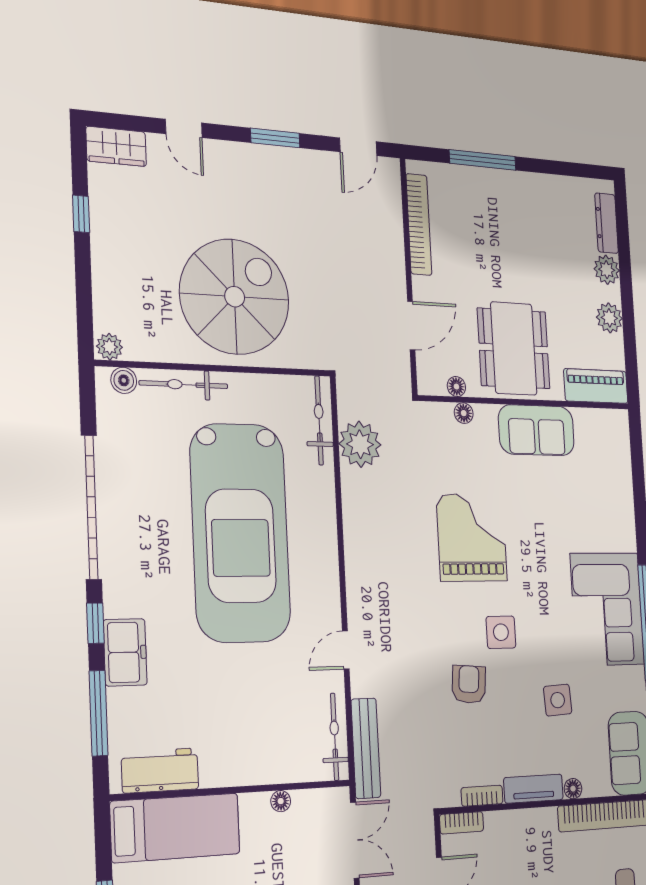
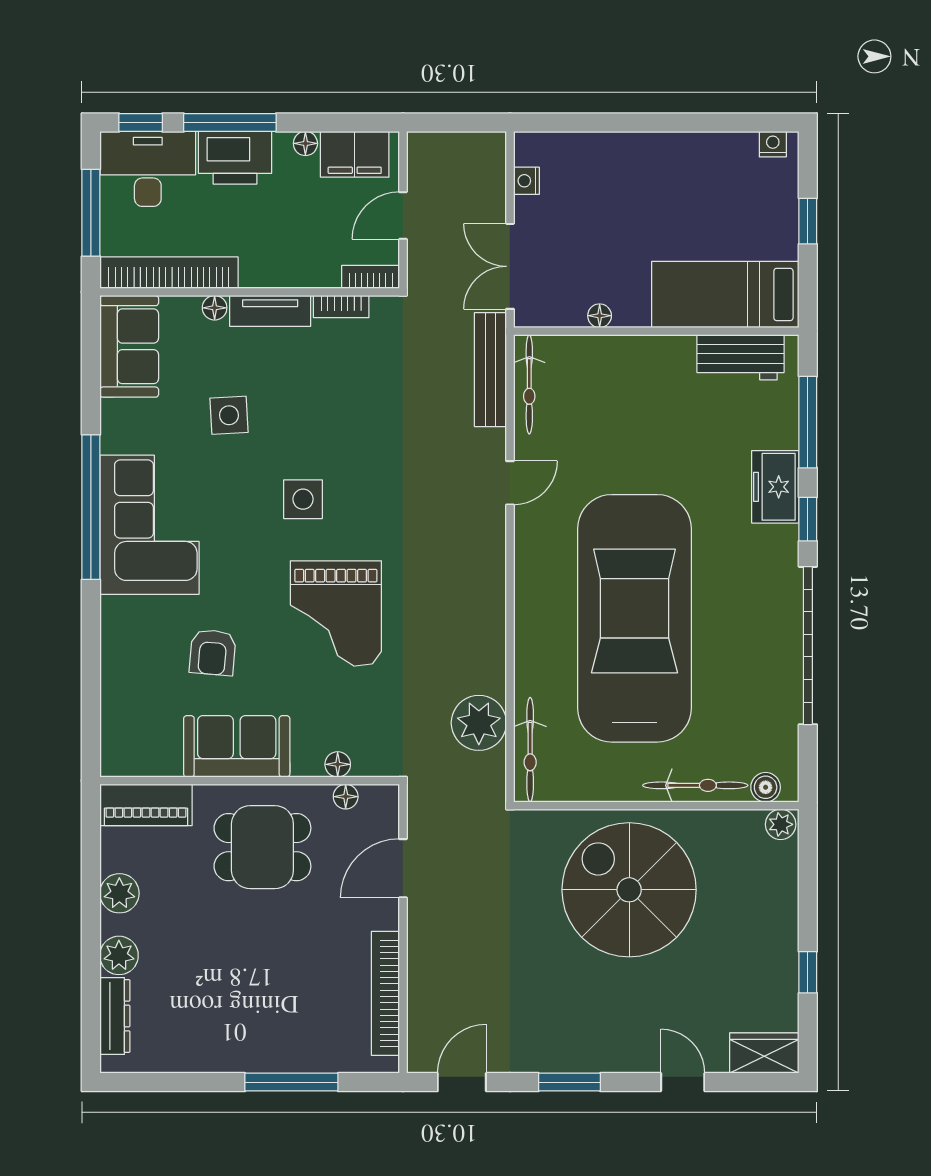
spiral stairs: (235, 297) -> (629, 890), turned 90
dining table: (514, 348) -> (262, 847), width x0.73
armchair: (469, 684) -> (213, 652), moved

